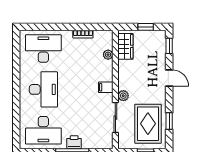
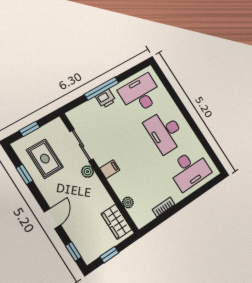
door: (169, 78) -> (52, 218), swing flipped
rug: (148, 124) -> (45, 159), width x0.73, depth x0.70

